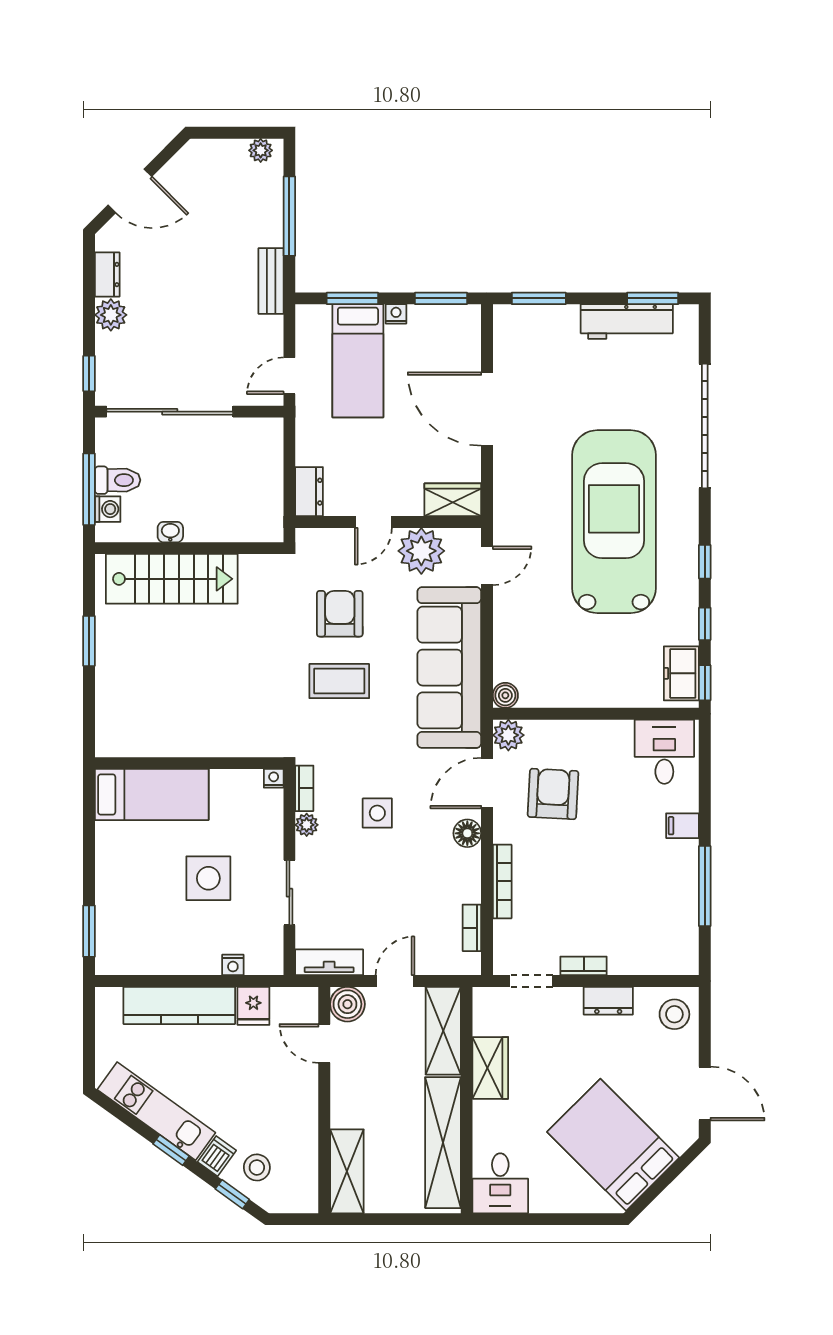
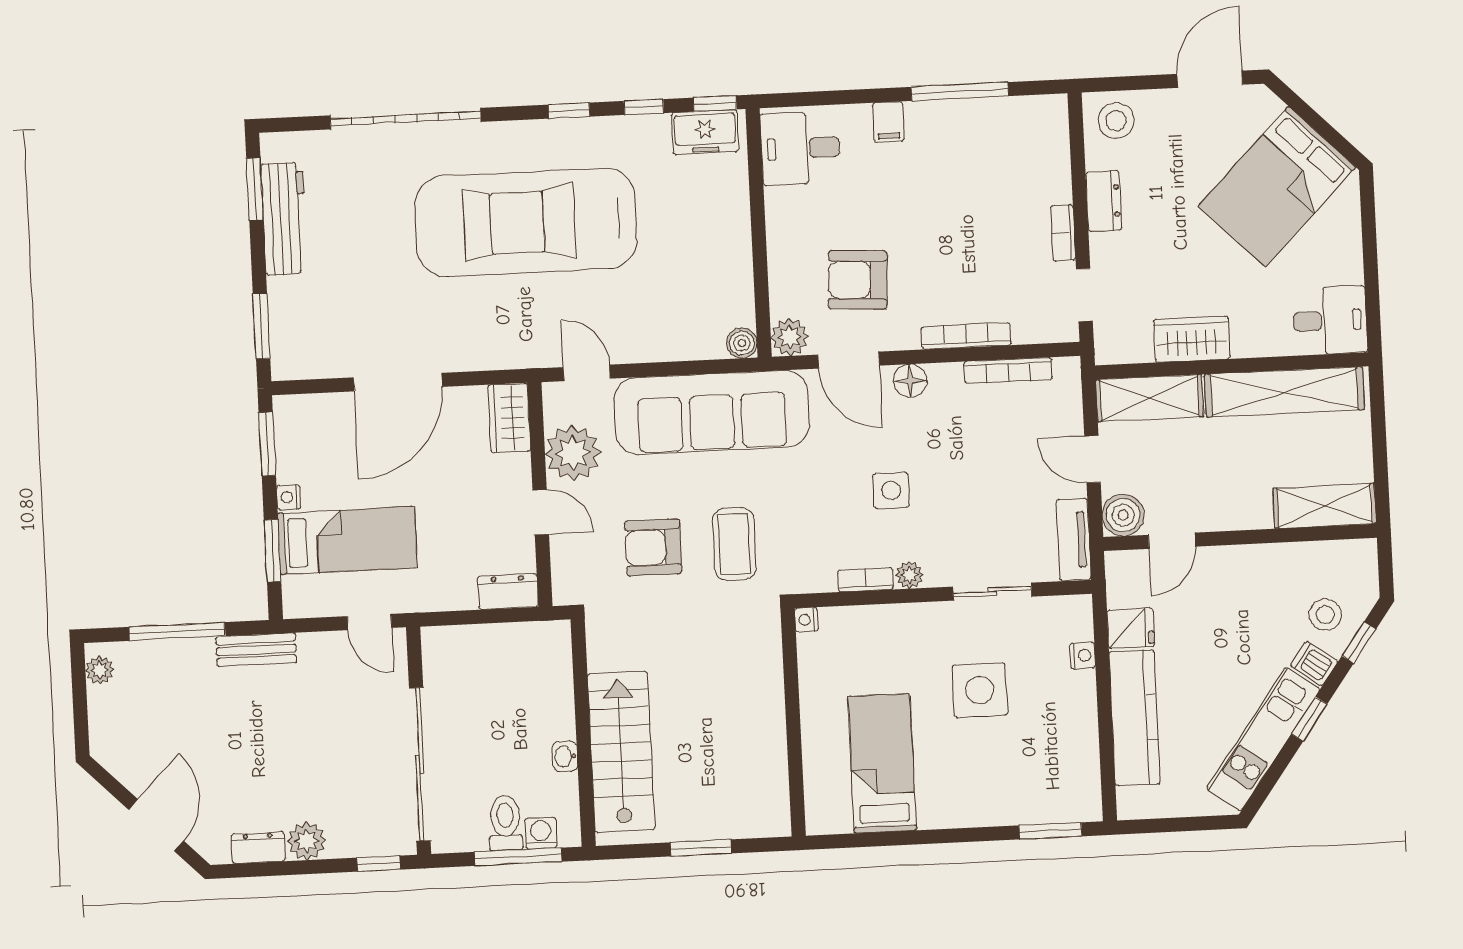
wall: (189, 763) -> (793, 722), moved
nightstand: (274, 778) -> (806, 620), moved
bookcase: (472, 928) -> (1008, 371), width x1.56

